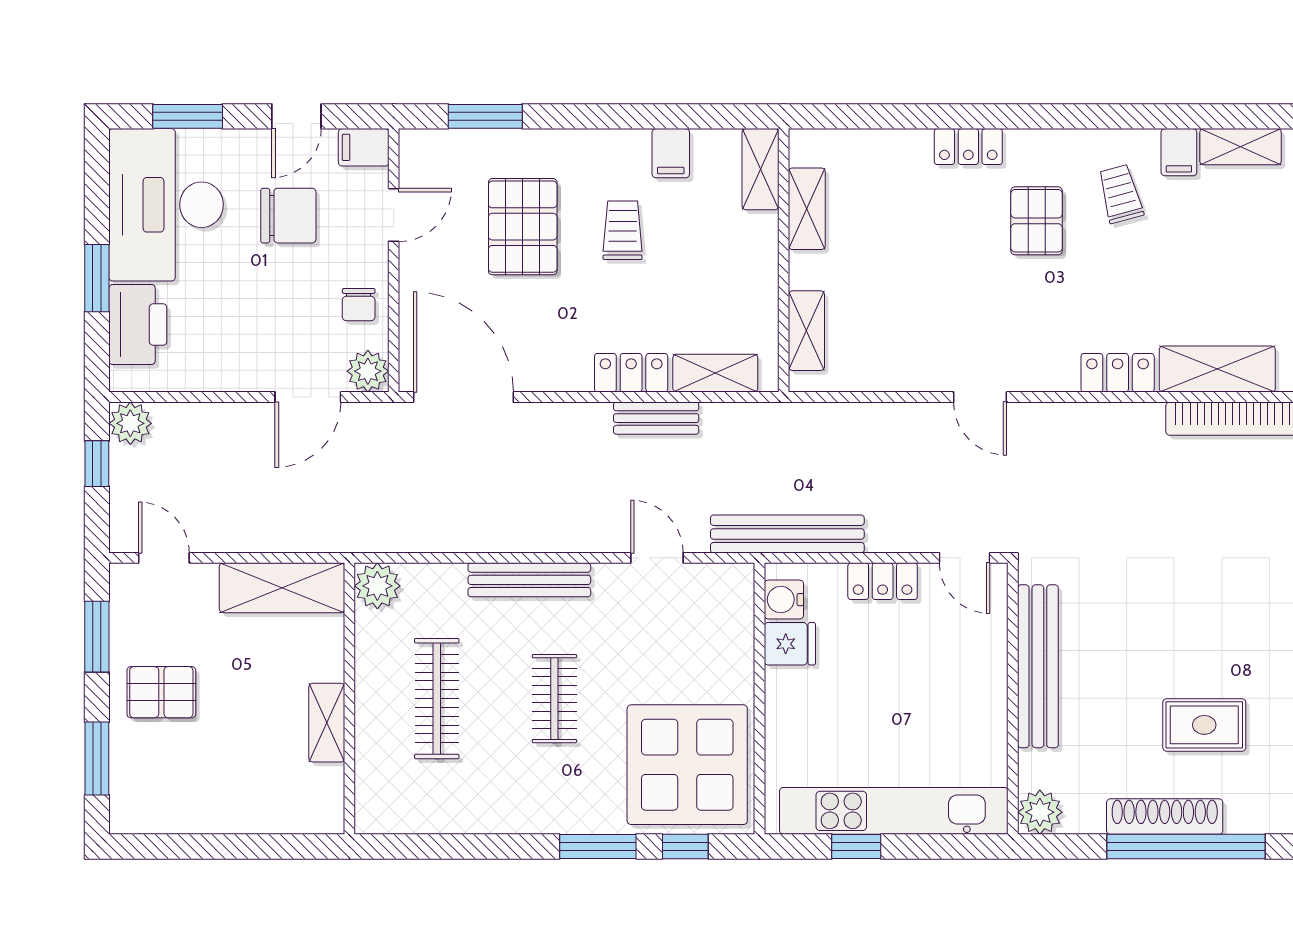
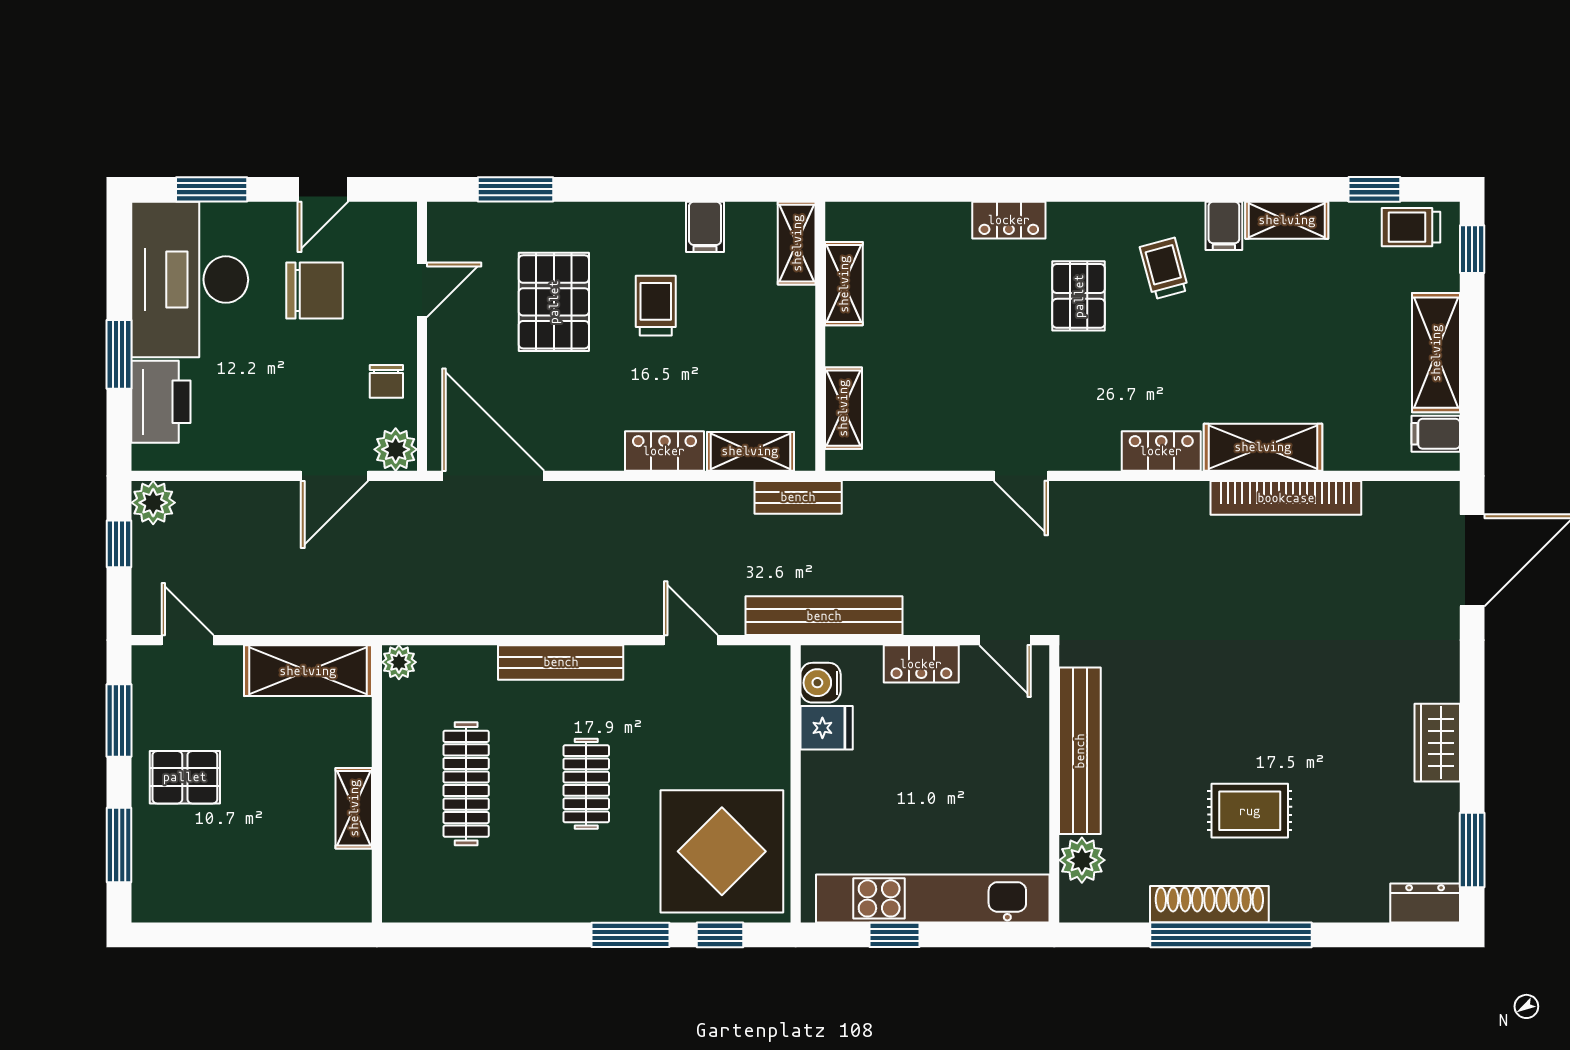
filing cabinet: (364, 147) -> (391, 221), removed
bench: (656, 418) -> (798, 497), moved
plant: (377, 586) -> (399, 662), width x0.73, depth x0.73
plant: (1040, 812) -> (1082, 860), moved

